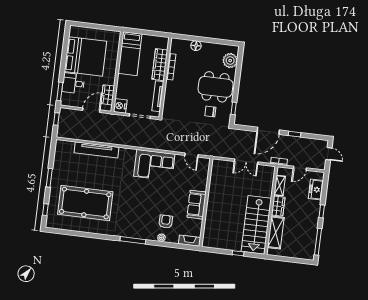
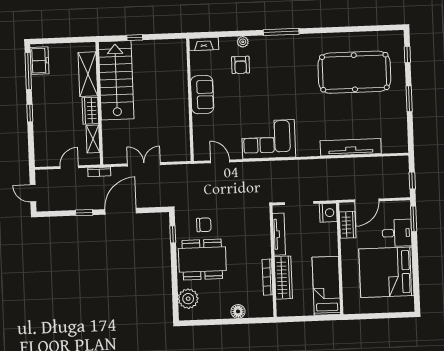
freezer: (316, 189) -> (40, 61), moved

